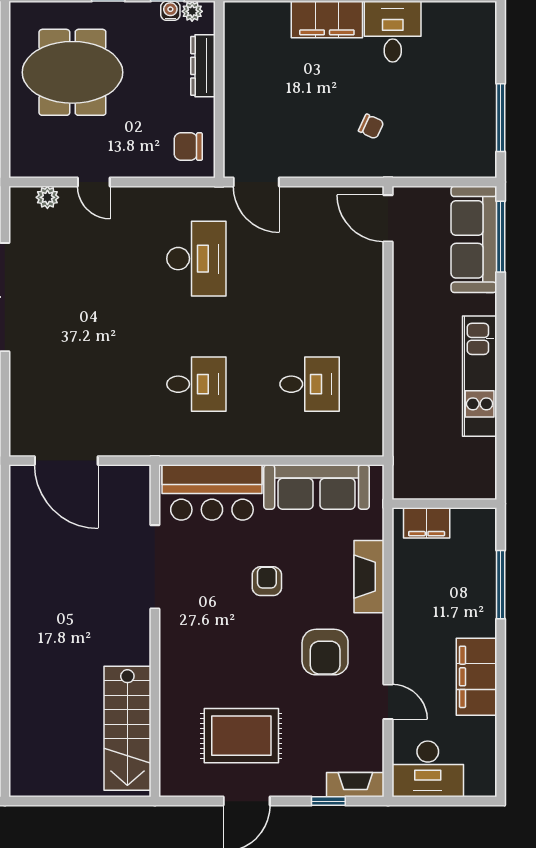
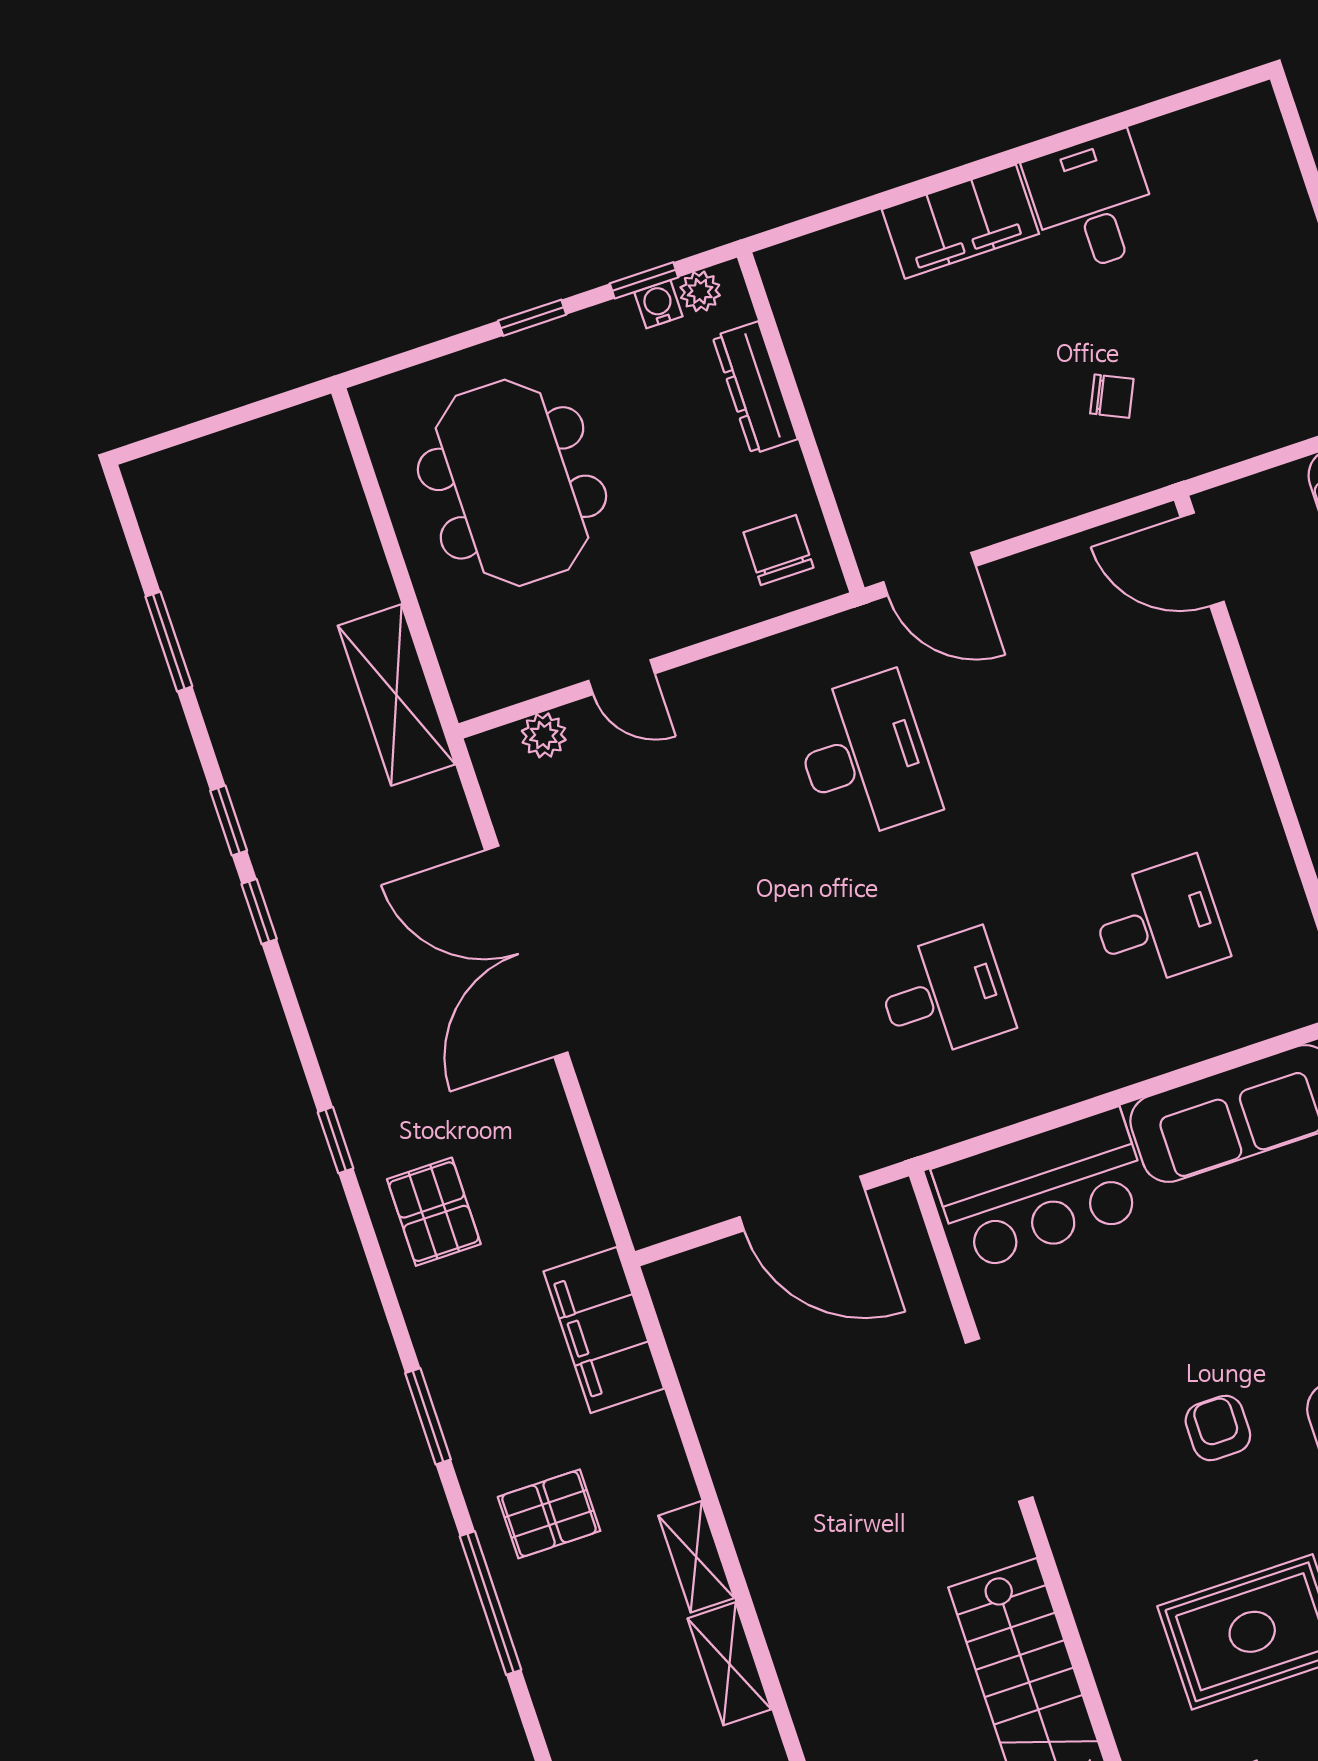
meeting table: (72, 72) -> (512, 483), turned 90
chair: (188, 147) -> (778, 550), turned 90
door: (66, 461) -> (802, 1204), moved
doorway: (155, 567) -> (999, 1420), moved
armchair: (267, 581) -> (1218, 1428), moved

